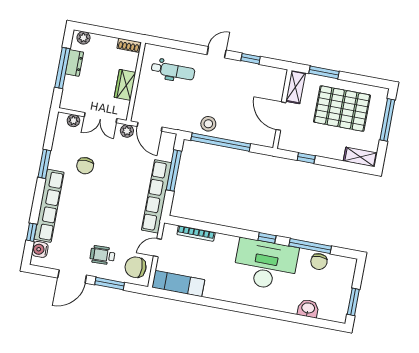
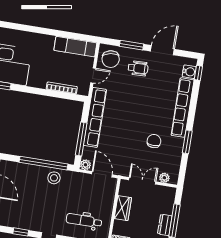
plant: (127, 131) -> (86, 165), moved
window: (32, 232) -> (198, 73), moved
chair: (136, 267) -> (111, 59), turned 80

